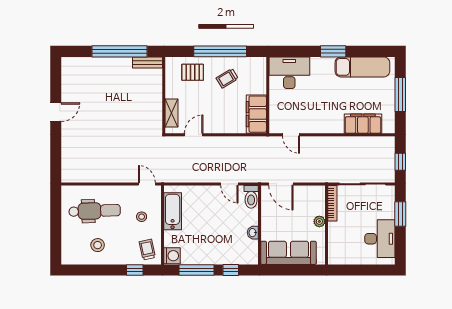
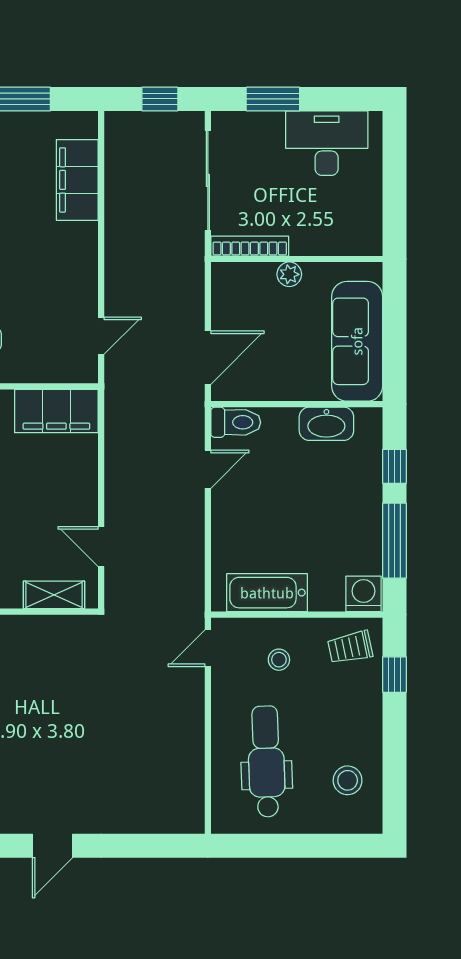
door: (56, 112) -> (52, 846), swing flipped
washbasin: (253, 233) -> (326, 424), width x1.91, depth x1.45
stool: (98, 245) -> (348, 780), moved

